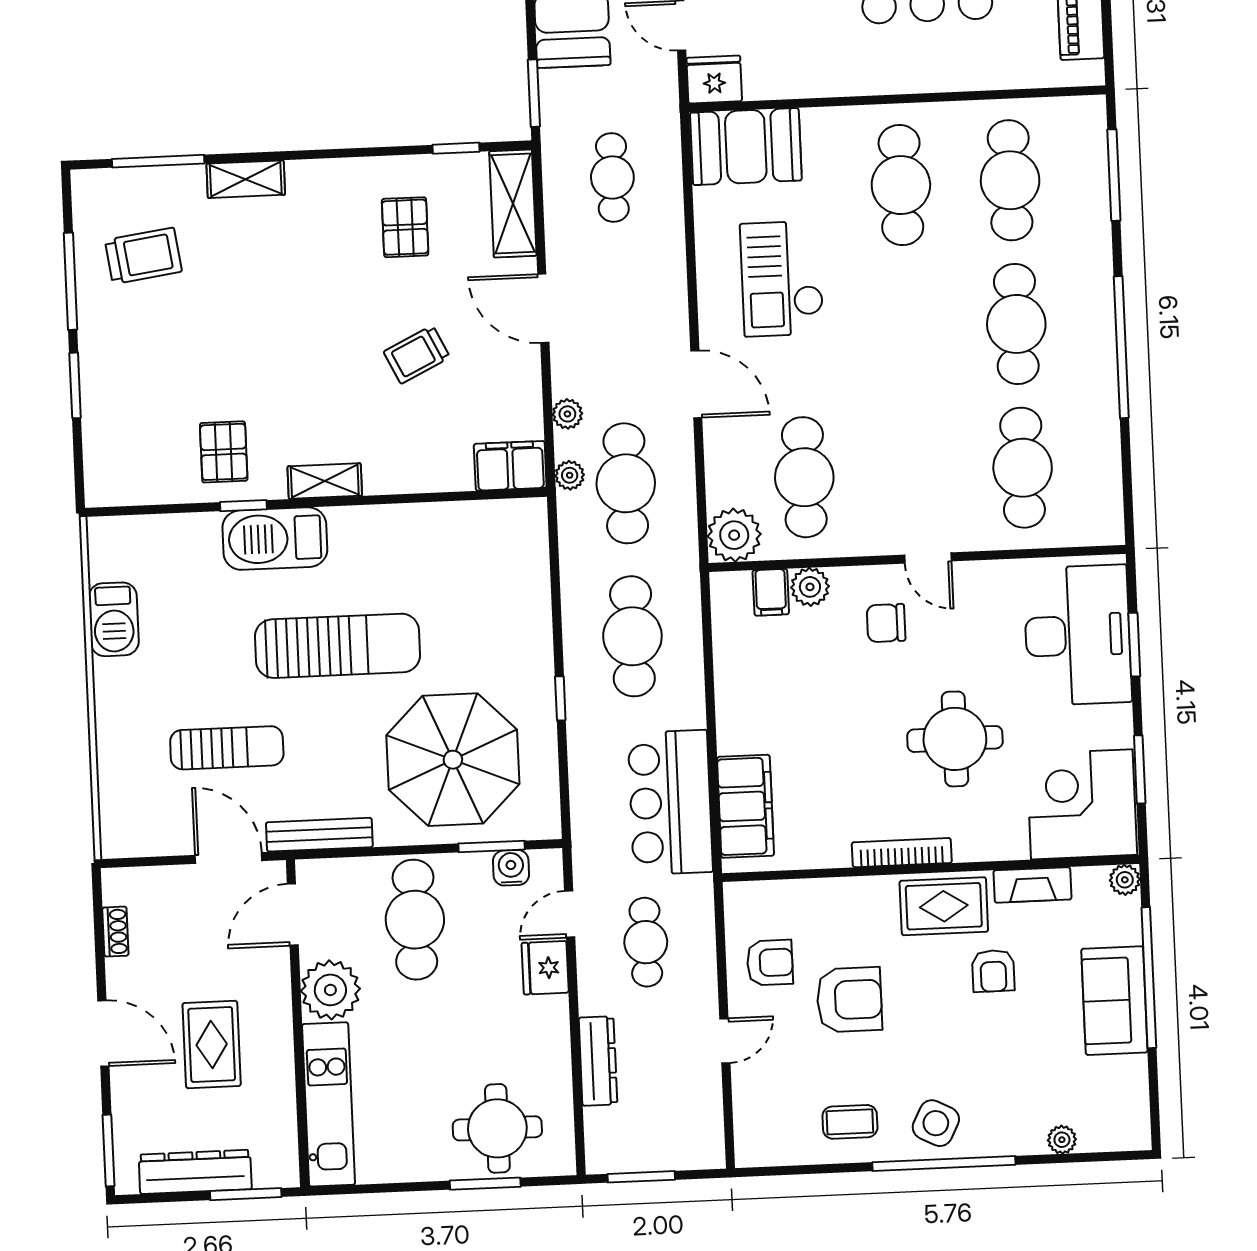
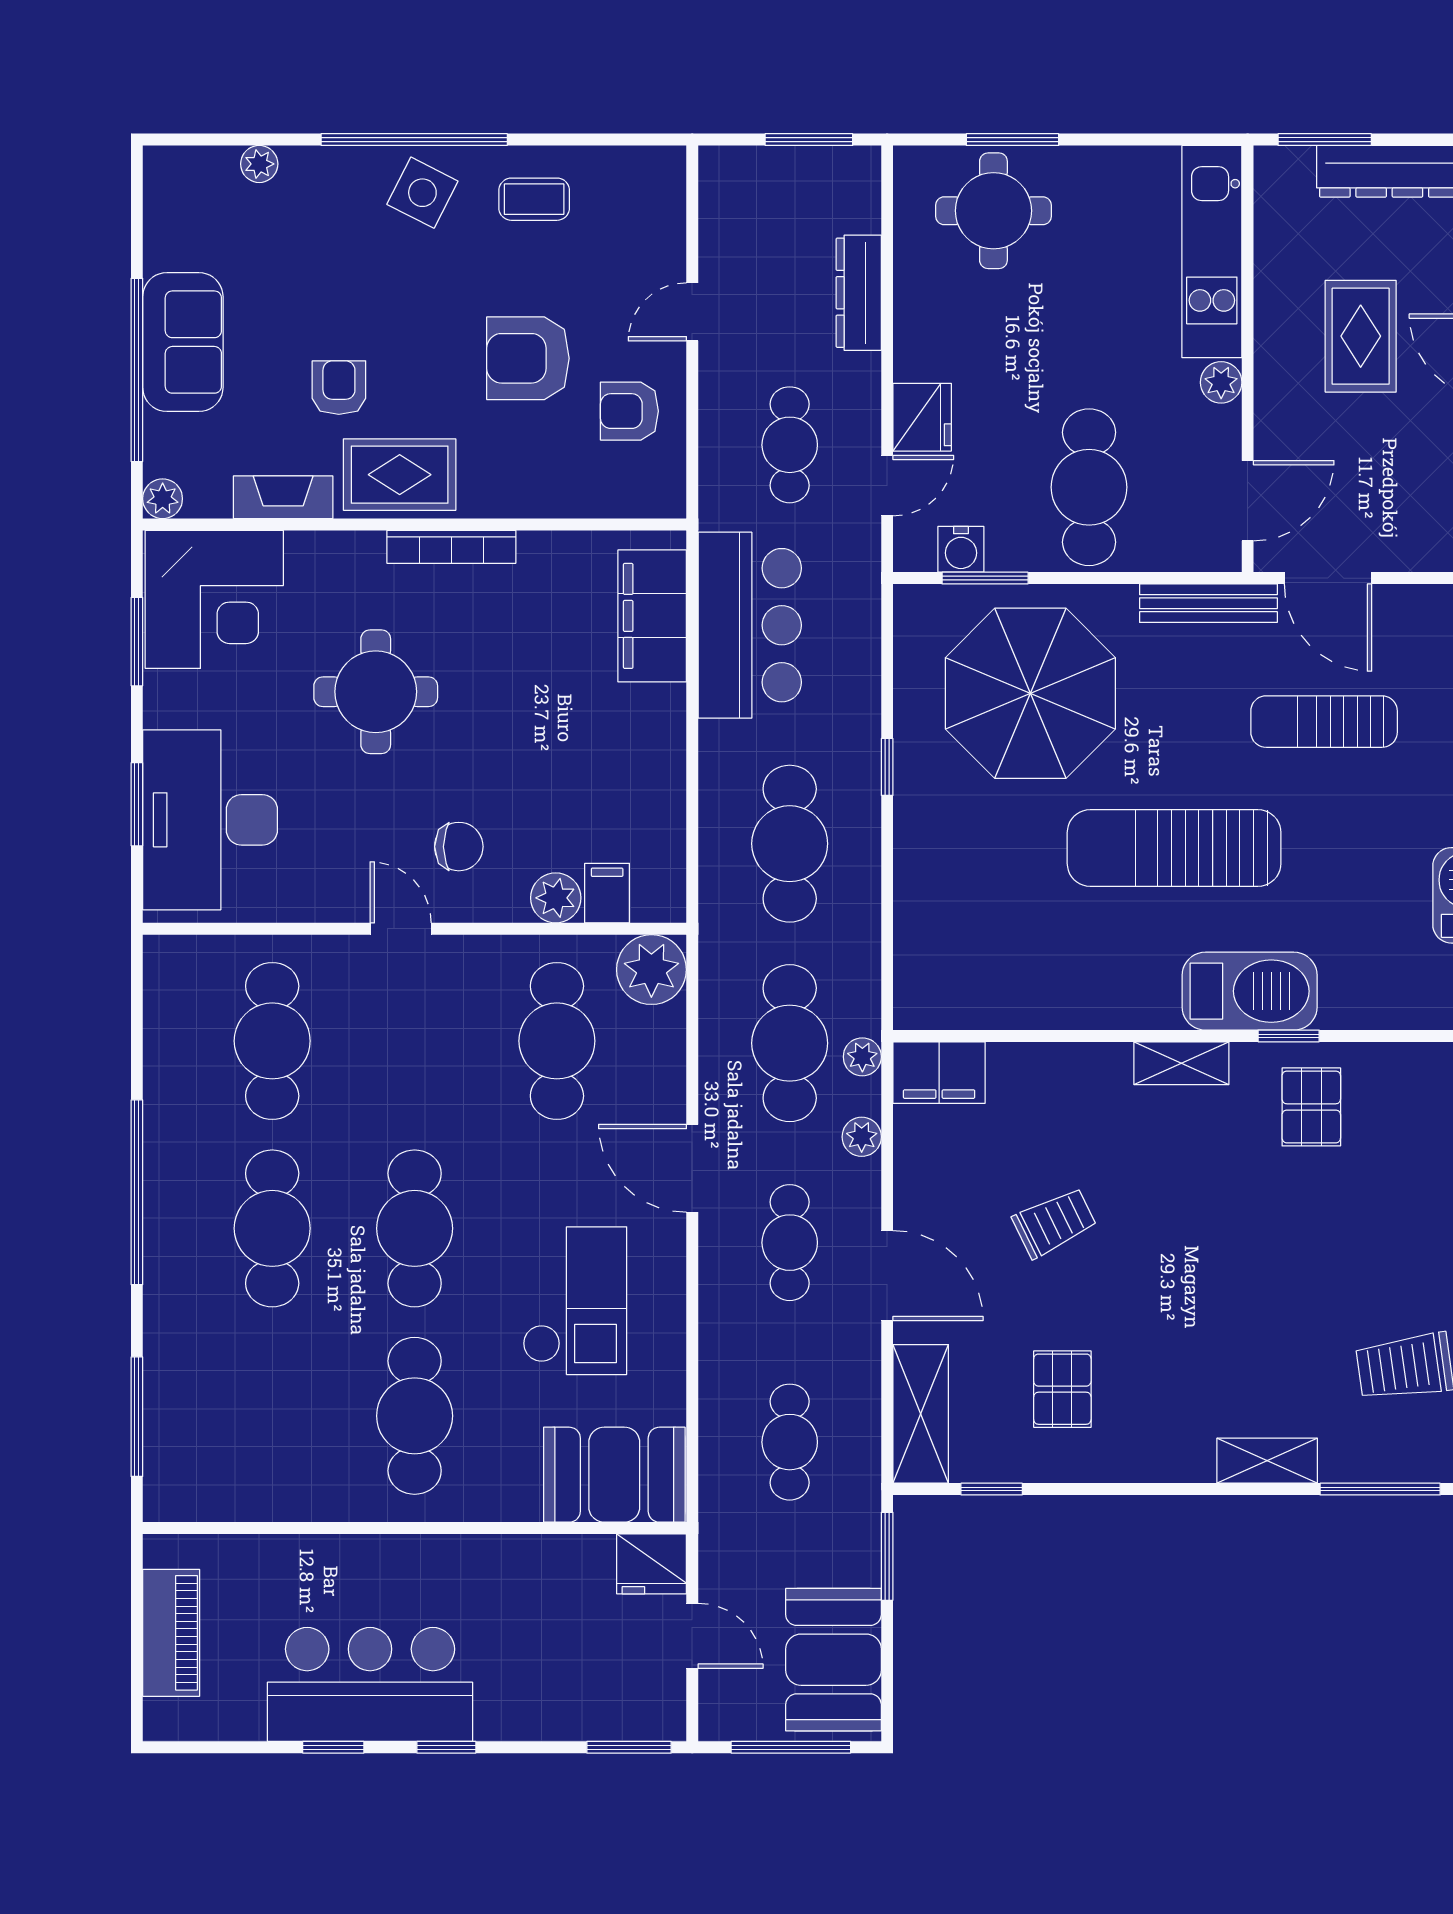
cafe table: (1010, 180) -> (415, 1228), moved
cafe table: (619, 330) -> (790, 1243), added
plant: (330, 990) -> (1221, 382), width x0.53, depth x0.53

